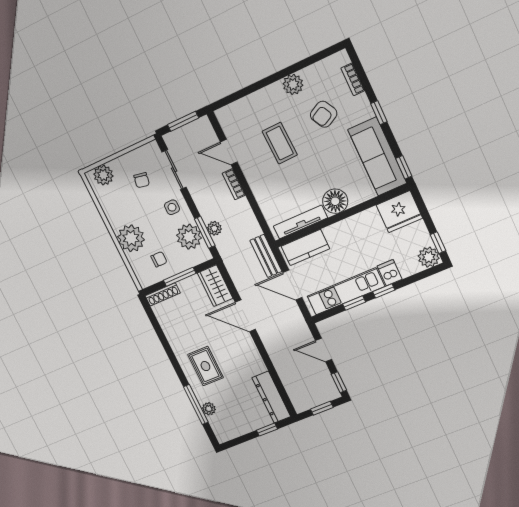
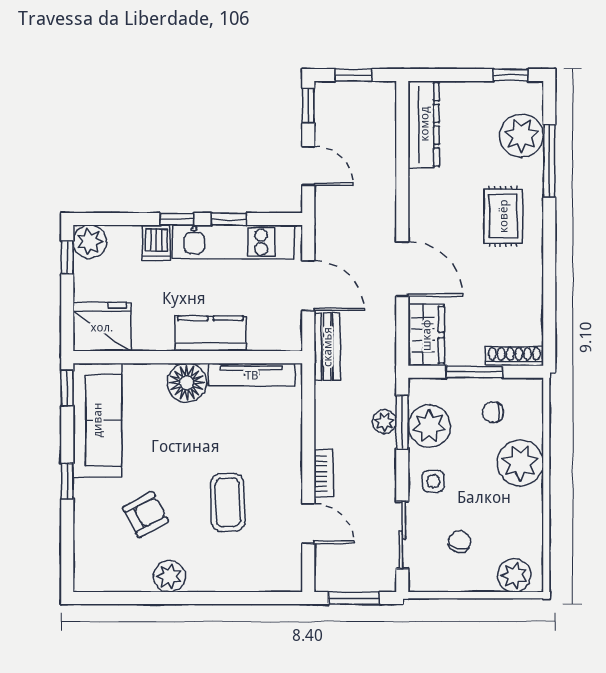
bookcase: (353, 79) -> (82, 544), removed
kitchen counter: (305, 247) -> (211, 334), moved
plant: (209, 409) -> (522, 136), width x1.87, depth x1.87
window: (267, 430) -> (511, 75), moved

